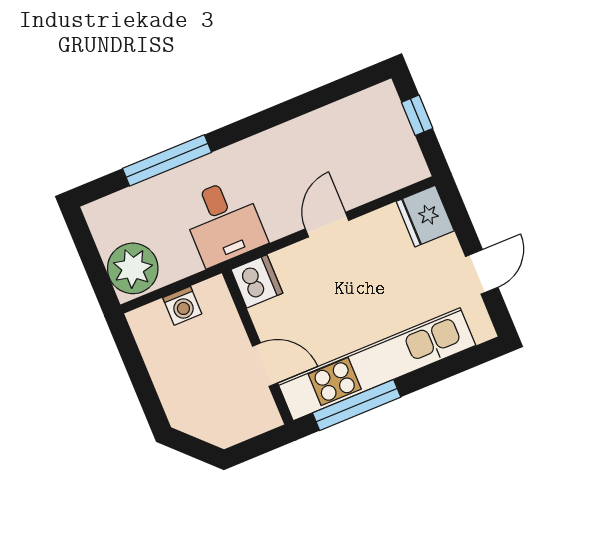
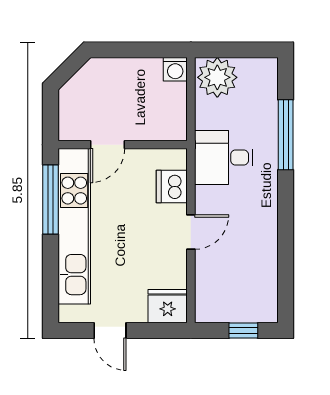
door: (327, 225) -> (191, 232), hinge flipped
dishwasher: (257, 281) -> (172, 187), moved, turned 90
washing machine: (182, 306) -> (175, 69), moved, turned -90

